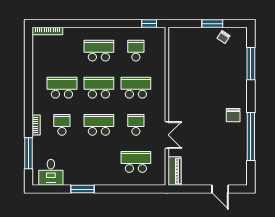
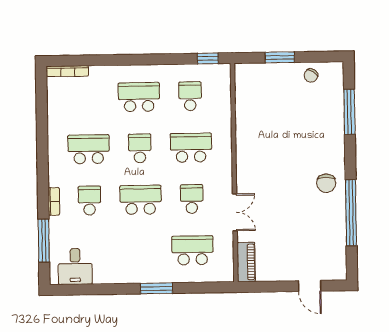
window: (212, 24) -> (280, 57), moved
school desk: (99, 88) -> (140, 148), width x0.54
window: (83, 189) -> (156, 288), moved

